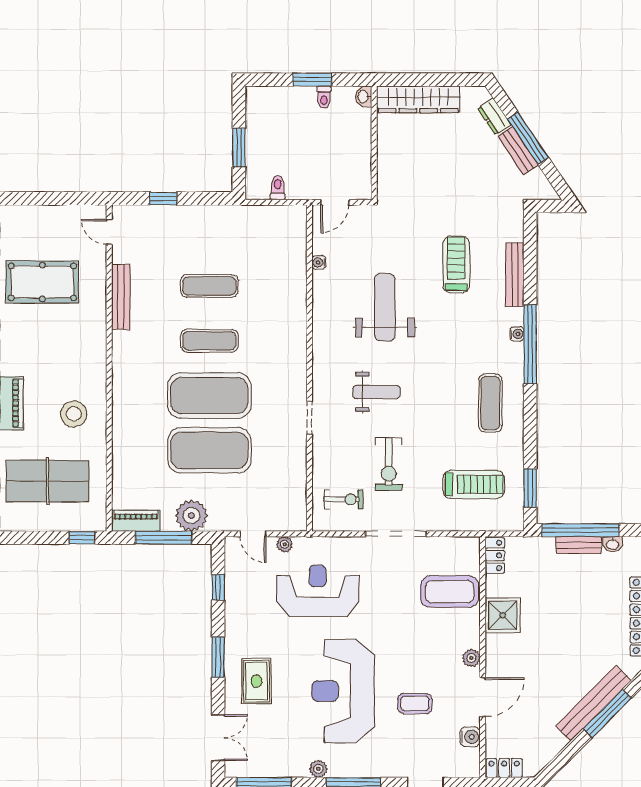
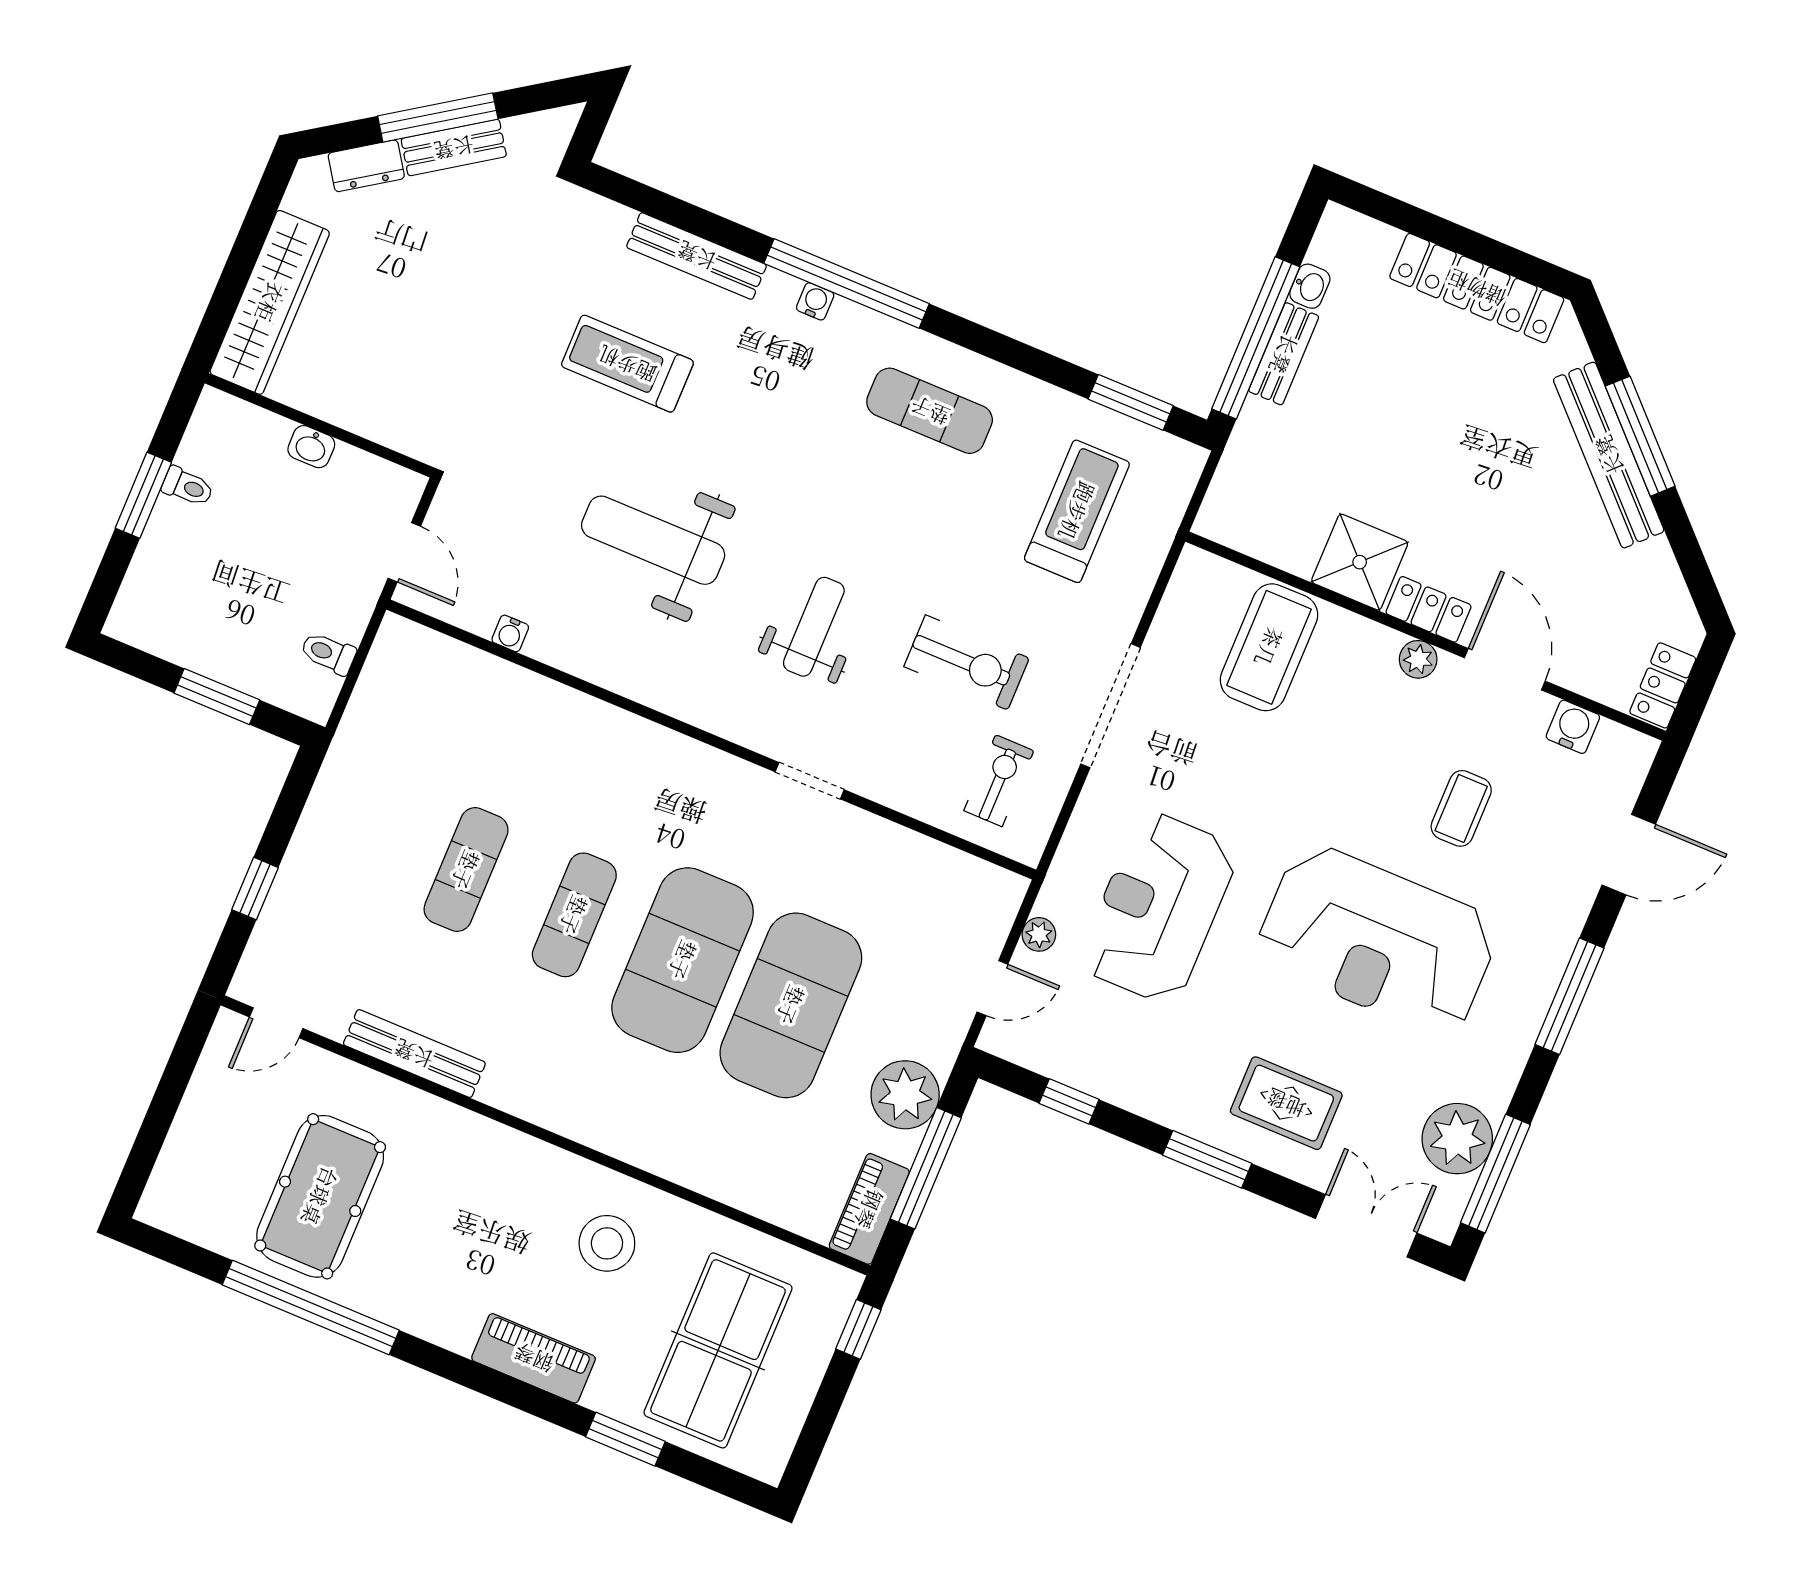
washbasin: (364, 97) -> (311, 447), moved
locker: (495, 555) -> (1429, 609), moved
plant: (318, 769) -> (1457, 1139), moved, width x1.88, depth x1.88

